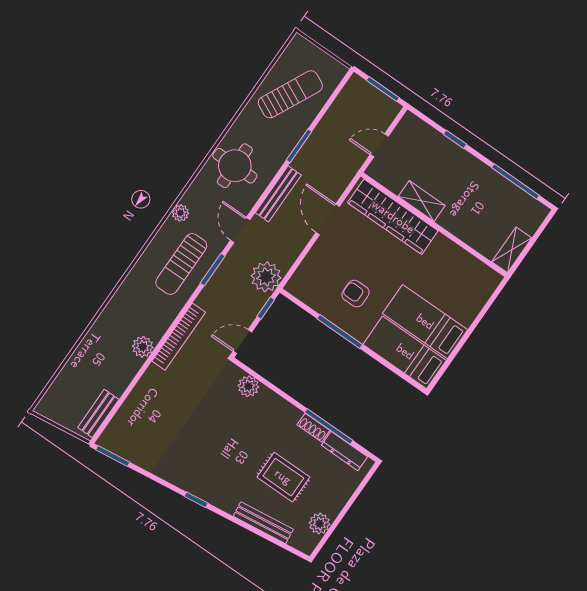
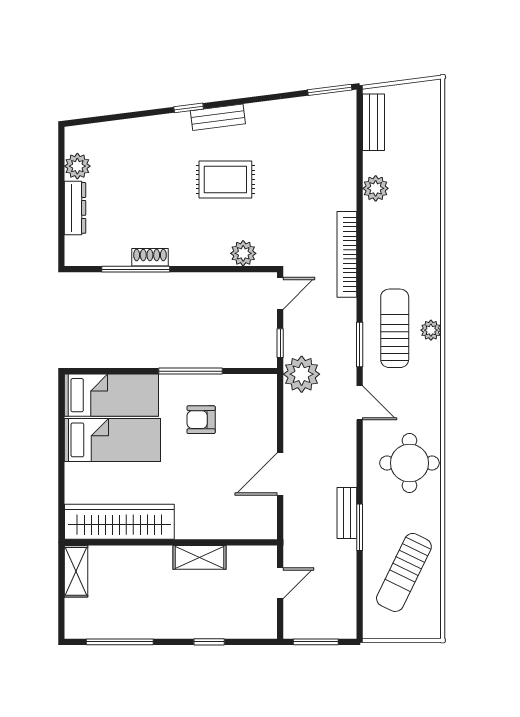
bench: (278, 194) -> (347, 513), moved, width x0.73
plant: (180, 213) -> (431, 330), moved
wardrobe: (393, 217) -> (119, 522), moved
door: (328, 219) -> (280, 474), swing flipped
armchair: (355, 294) -> (201, 420), turned 180
plant: (143, 347) -> (376, 188), moved
dresser: (344, 451) -> (75, 208), moved, turned 90
rug: (283, 477) -> (225, 180), moved
window: (196, 500) -> (189, 108), moved
bench: (263, 523) -> (218, 117), moved, width x0.73

